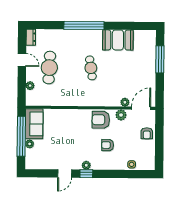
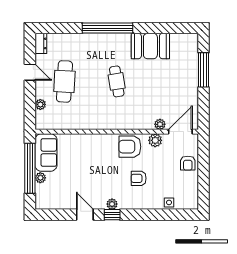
door: (65, 173) -> (85, 215), swing flipped

